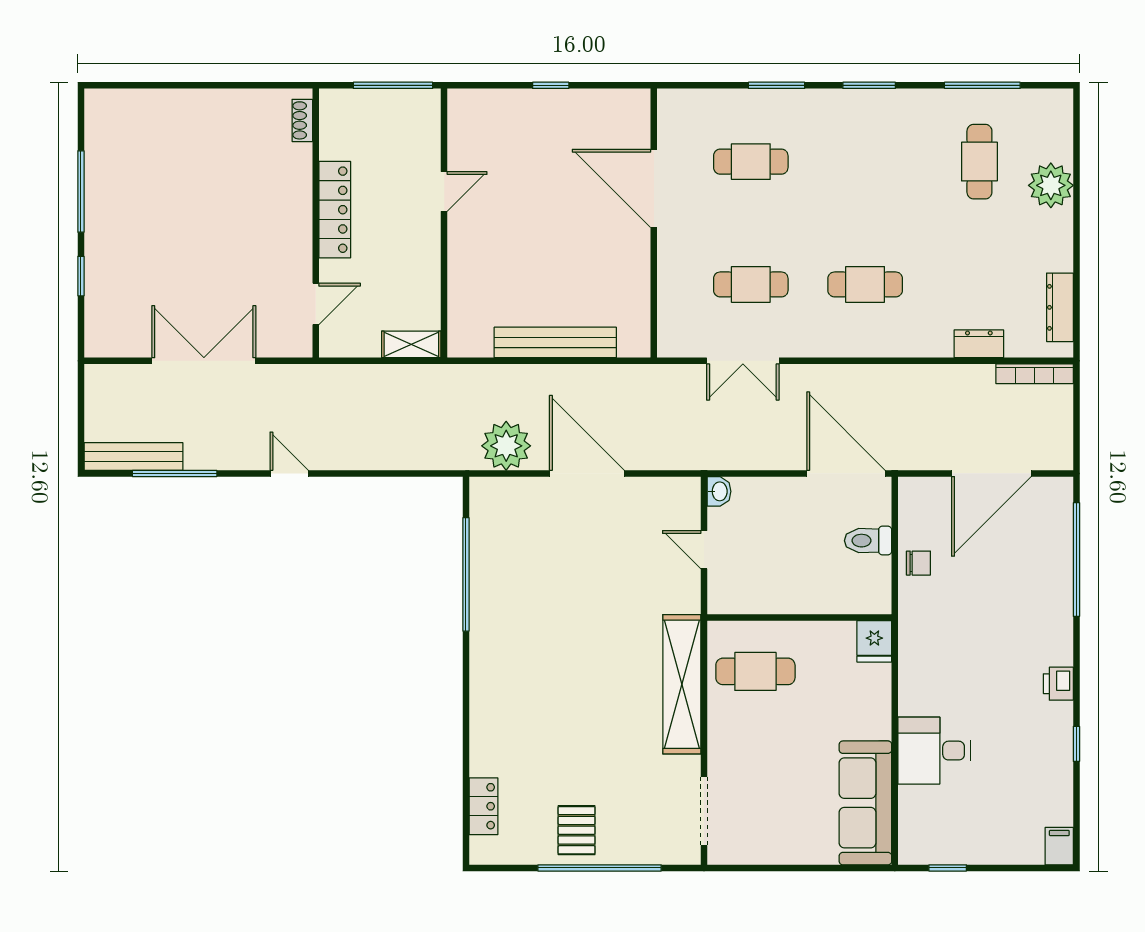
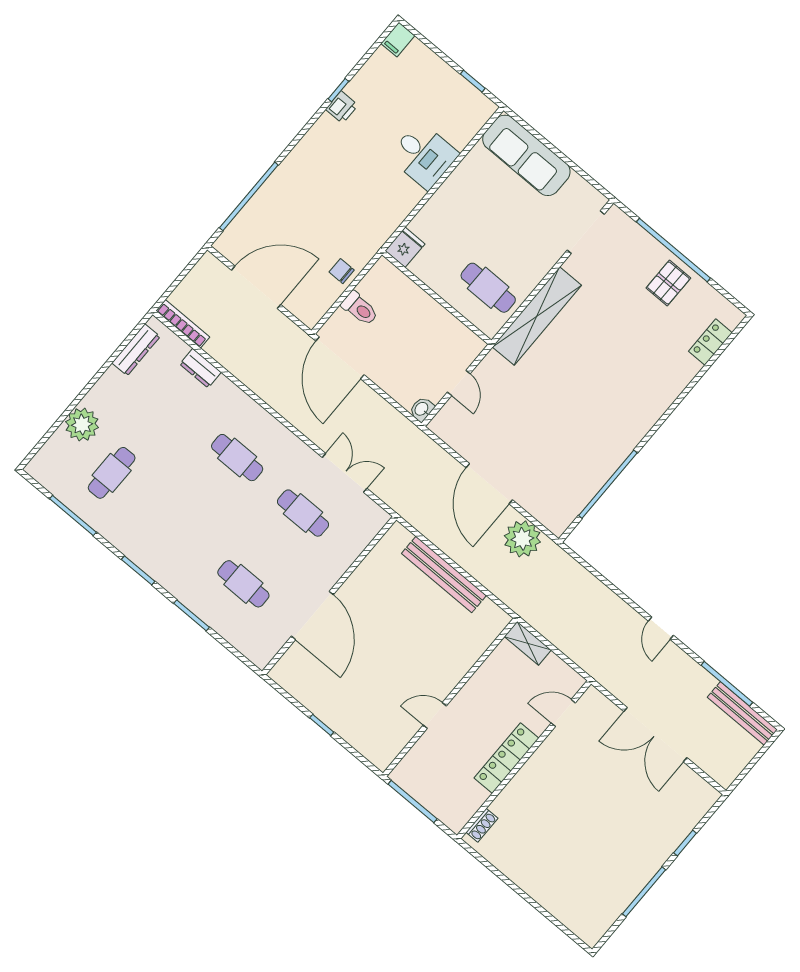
printer: (1058, 684) -> (342, 107), moved
sofa: (865, 803) -> (526, 155), moved, turned 90

